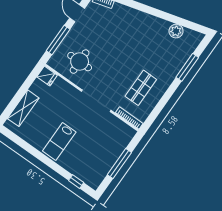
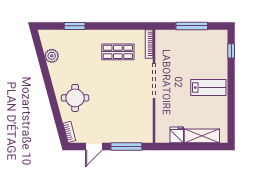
round table: (80, 62) -> (75, 98), moved
window: (187, 67) -> (75, 26), width x0.69
fridge: (47, 76) -> (177, 135), moved

